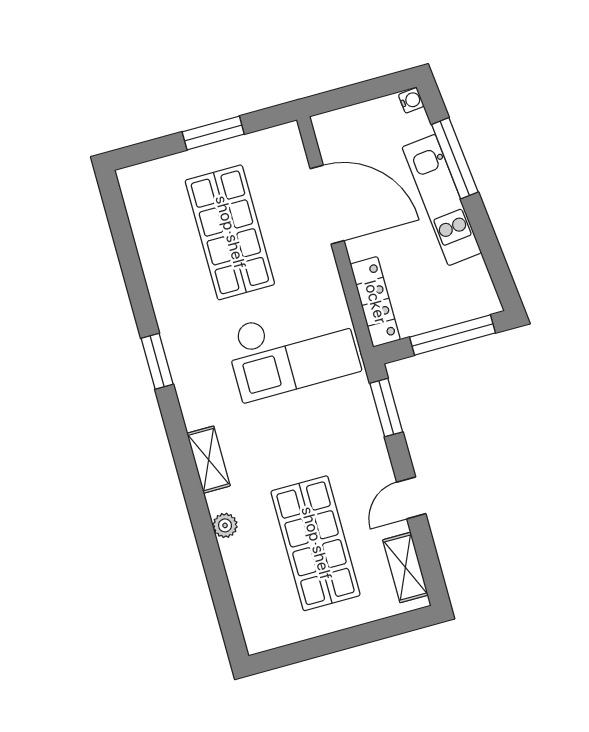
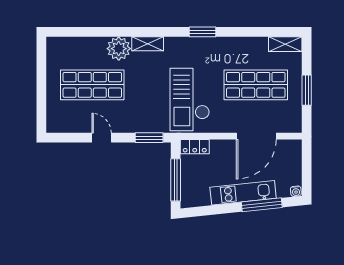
locker: (375, 302) -> (195, 147), width x0.66
plant: (225, 525) -> (119, 49), width x1.88, depth x1.88
shelving: (405, 567) -> (285, 44), moved

